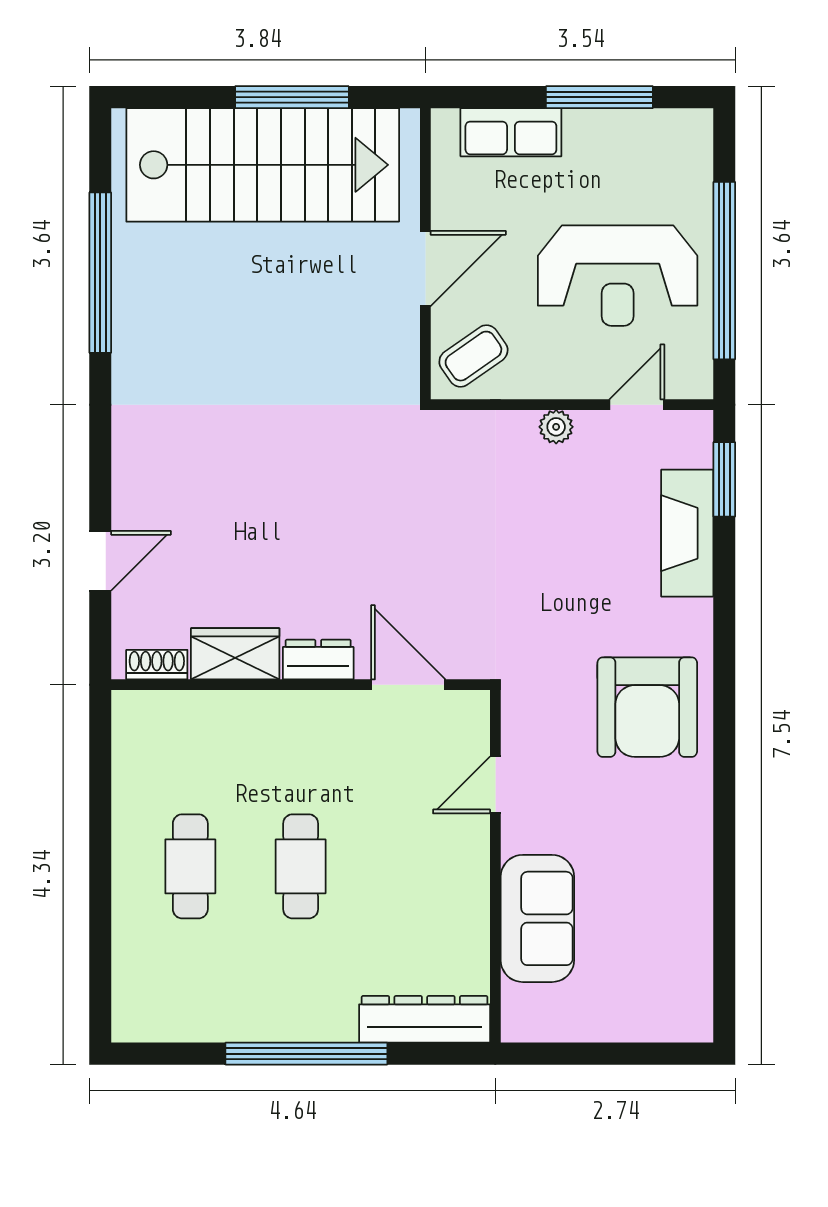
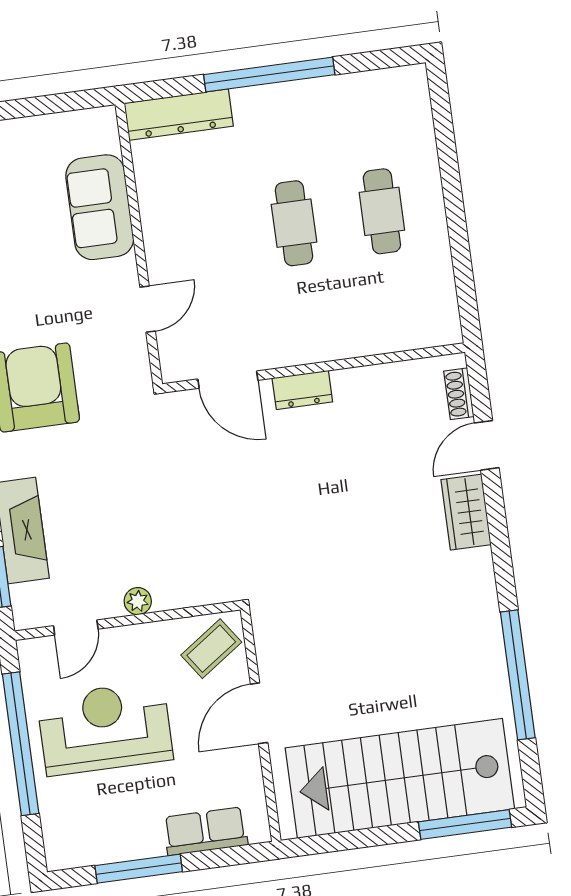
window: (292, 97) -> (465, 825), moved
wardrobe: (235, 654) -> (466, 512), moved, turned 90
shoe rack: (157, 665) -> (459, 394), moved, turned 90

